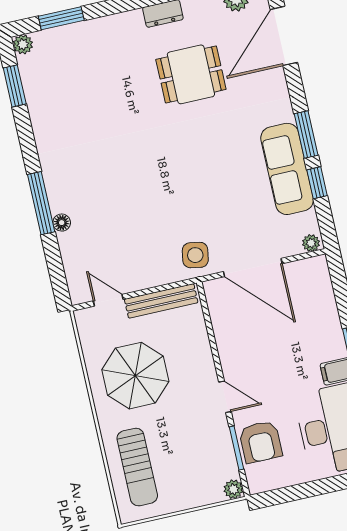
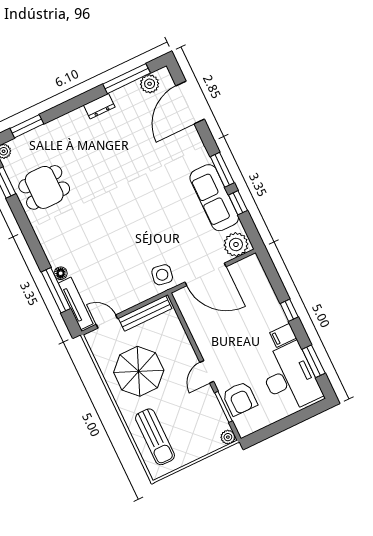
dining table: (191, 74) -> (44, 187), moved
window: (41, 203) -> (56, 290), moved
plant: (311, 243) -> (236, 244), width x1.88, depth x1.88
tv unit: (73, 267) -> (76, 303), added
door: (225, 397) -> (207, 372), swing flipped

